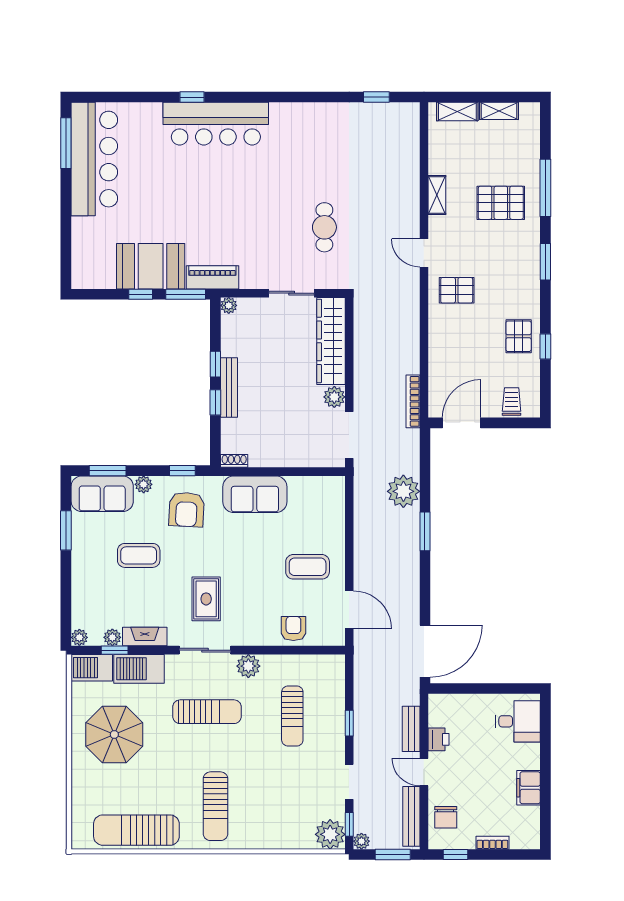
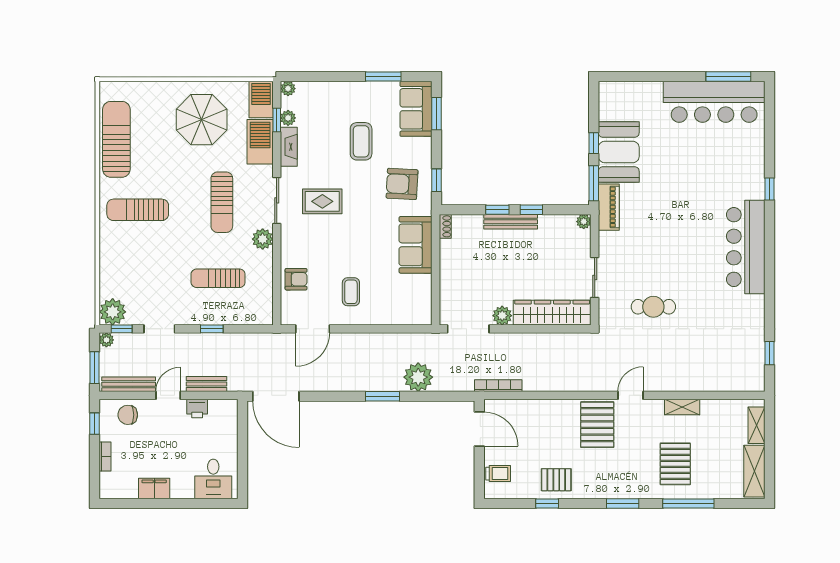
shelving: (499, 111) -> (754, 471), width x1.50, depth x1.33
bar counter: (216, 124) -> (746, 247), moved
pallet: (457, 290) -> (597, 425), width x1.50, depth x1.42
plant: (144, 484) -> (424, 146), removed
coffee table: (308, 567) -> (351, 292), width x0.73, depth x0.77

